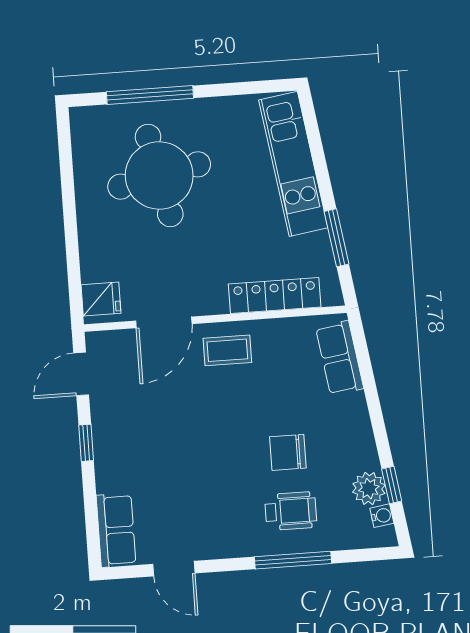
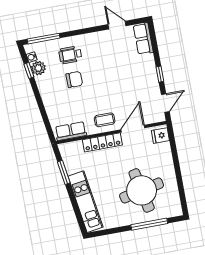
locker: (275, 296) -> (102, 142), moved
row of seats: (340, 358) -> (71, 131), moved, turned -82
window: (293, 560) -> (44, 39), moved

